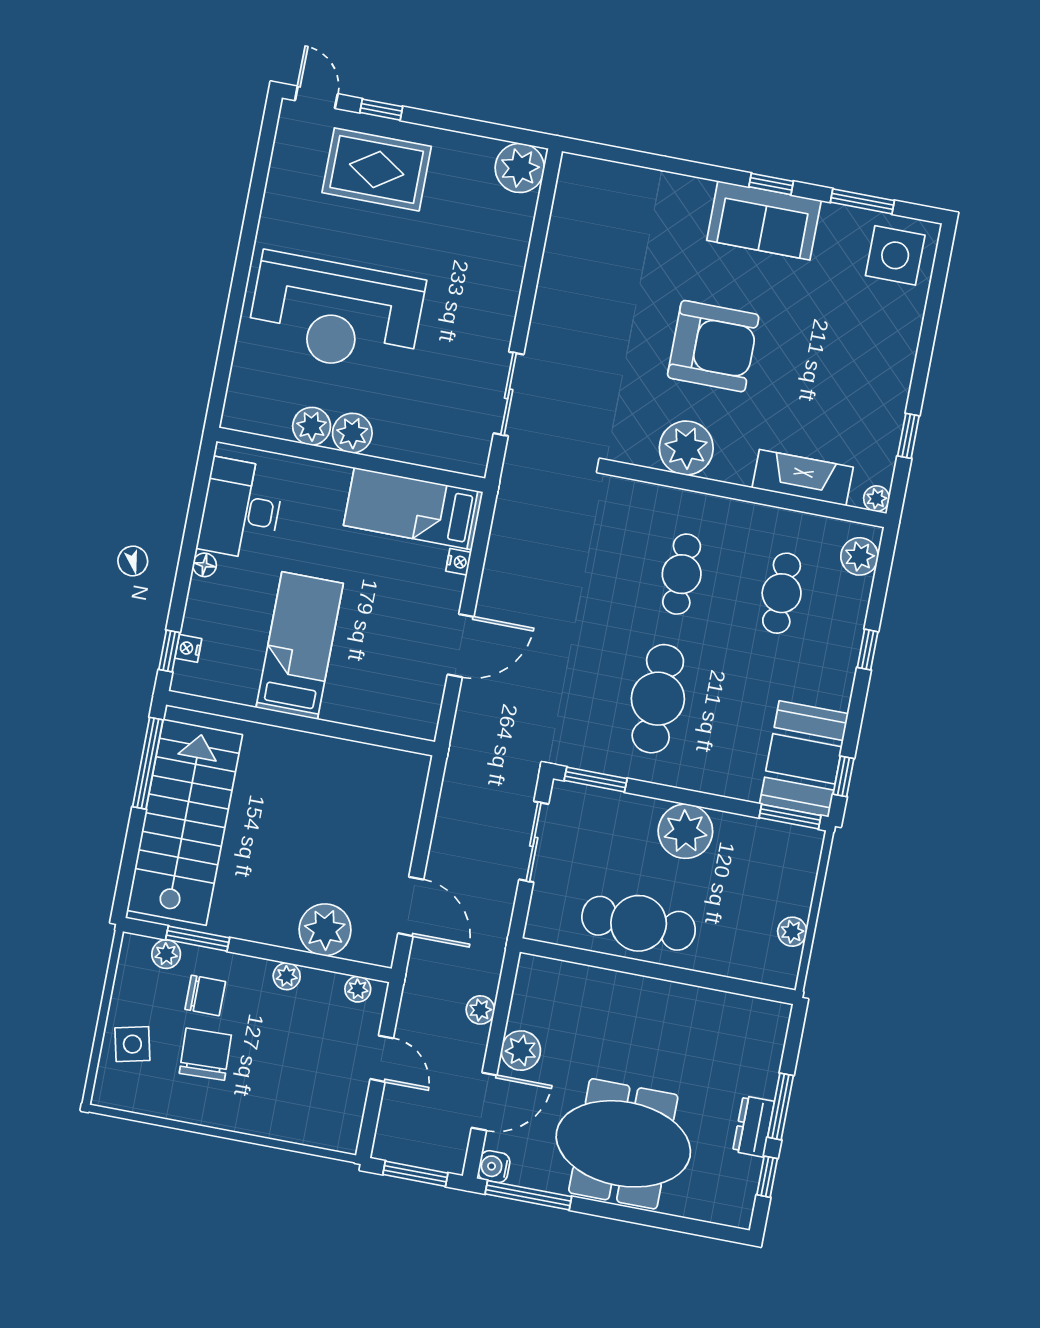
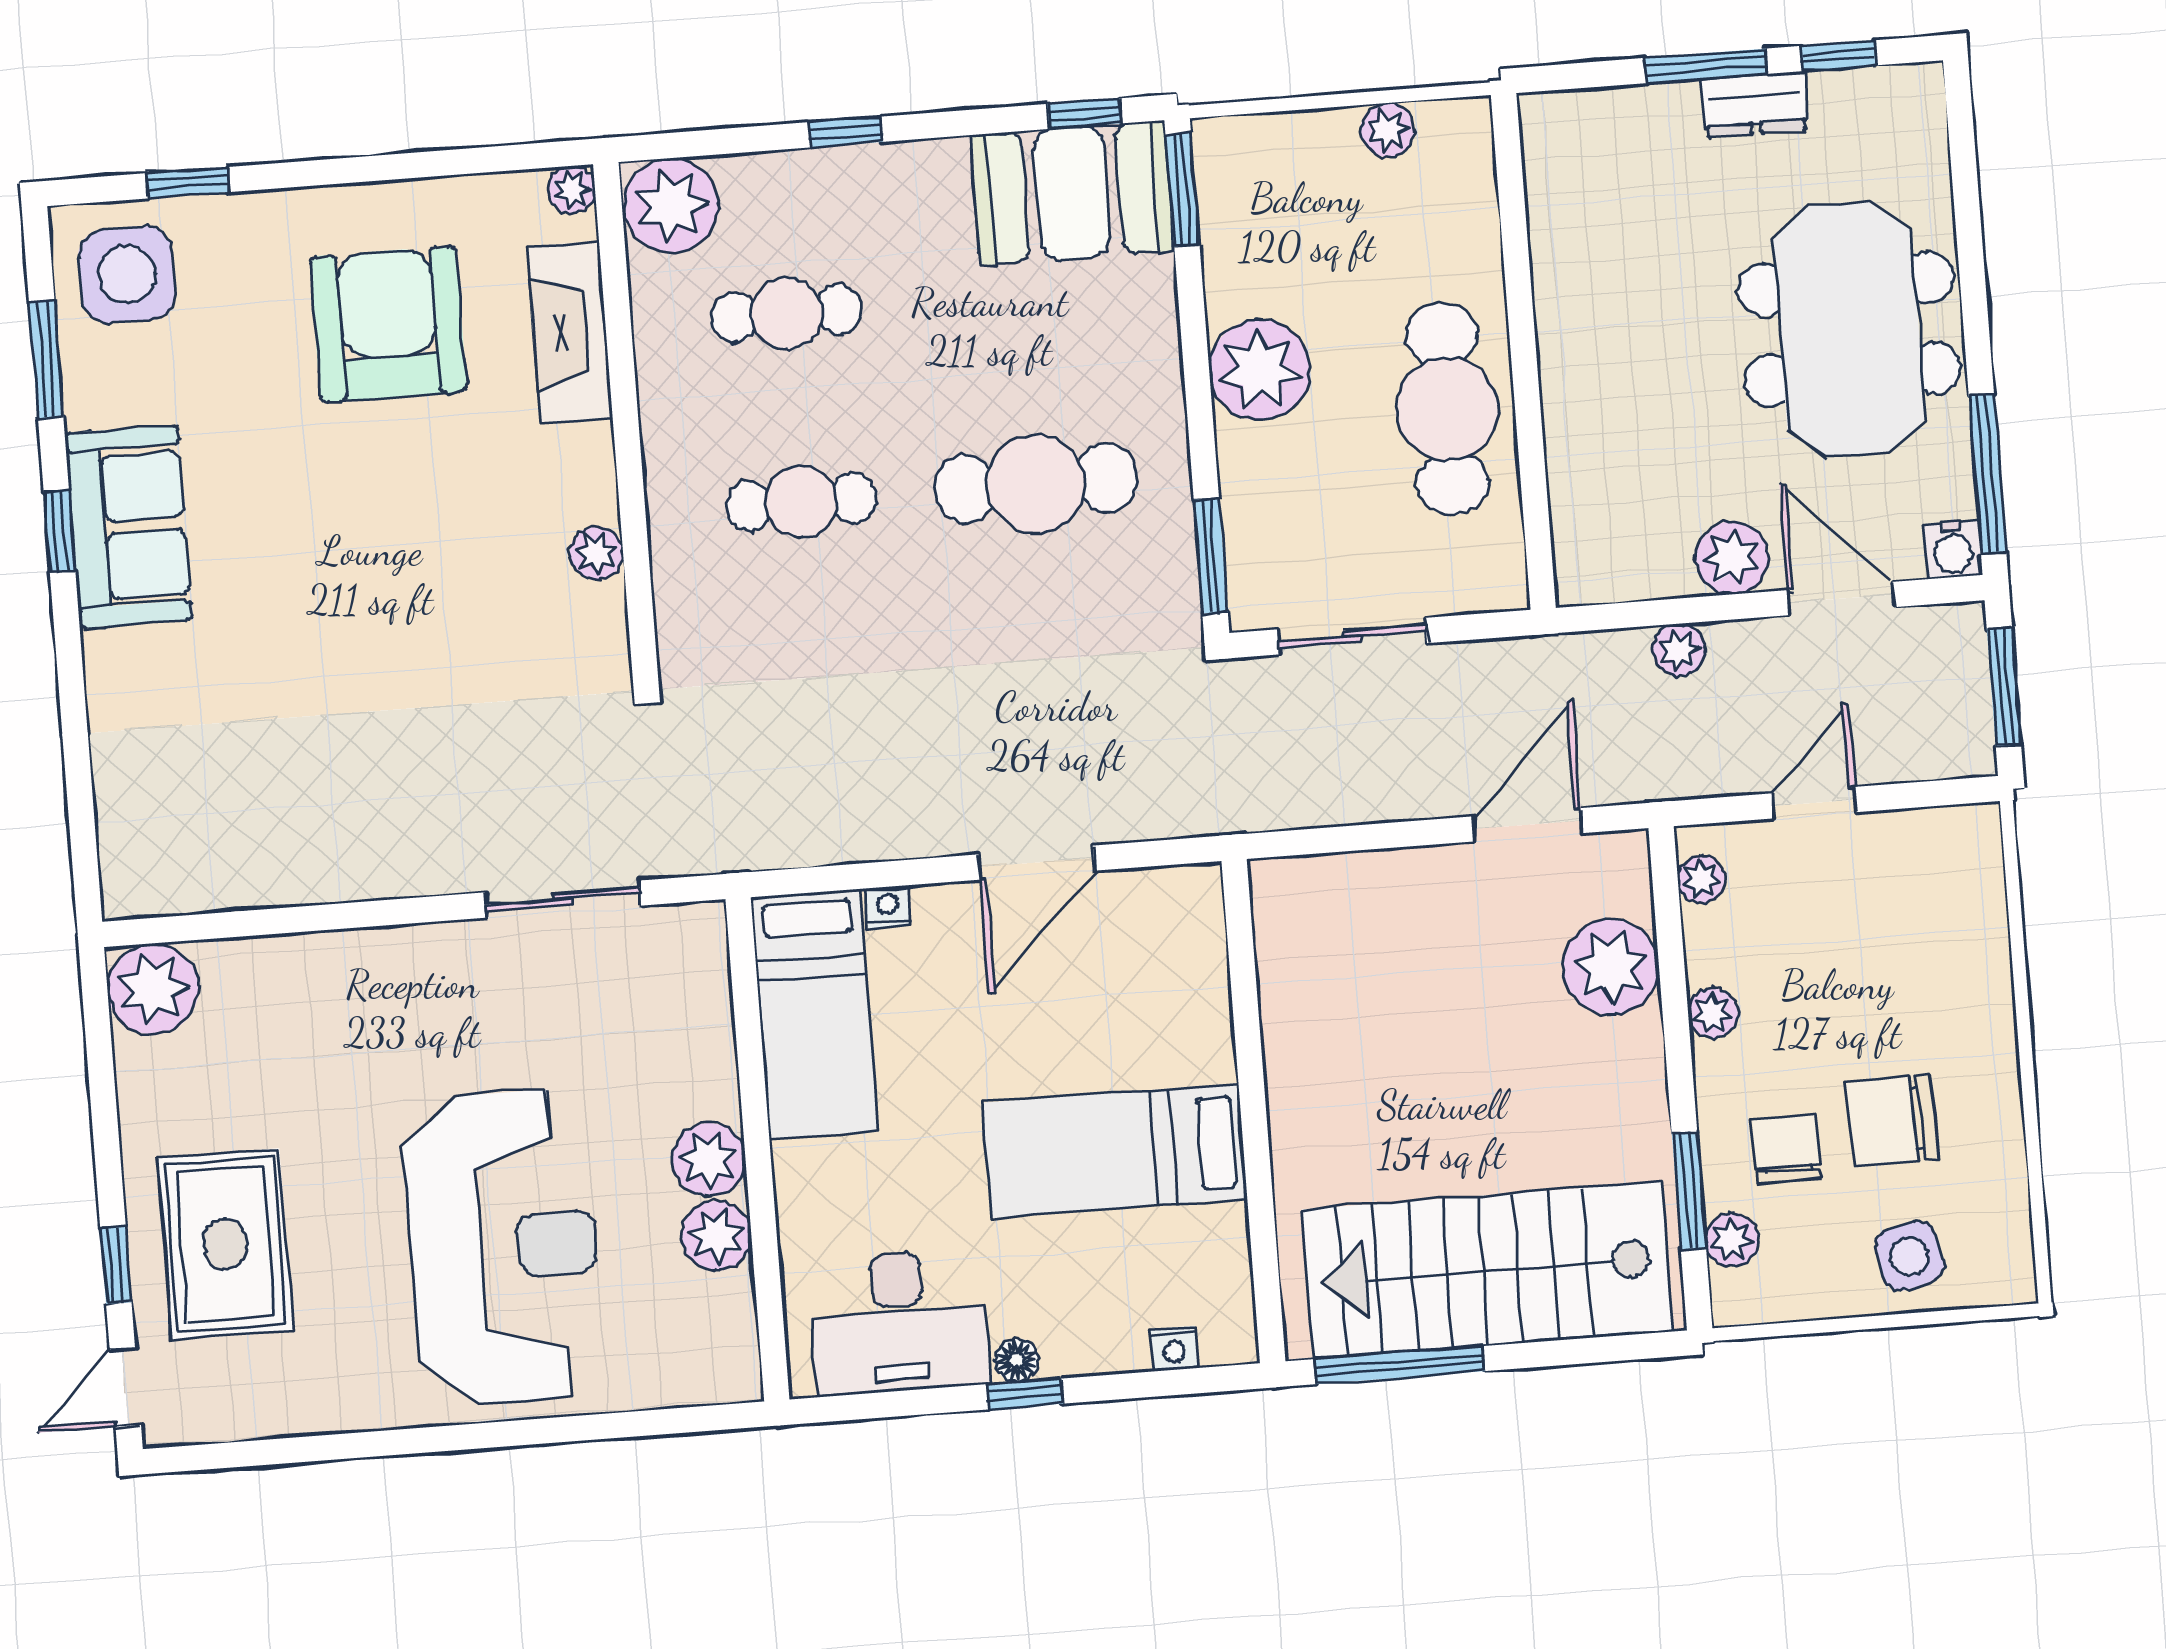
armchair: (713, 346) -> (388, 324), moved
window: (908, 436) -> (188, 183), moved
plant: (686, 448) -> (596, 553), width x0.53, depth x0.53
plant: (860, 556) -> (671, 205), width x1.36, depth x1.36
door: (461, 646) -> (1037, 863), swing flipped
window: (169, 651) -> (1025, 1394), moved

